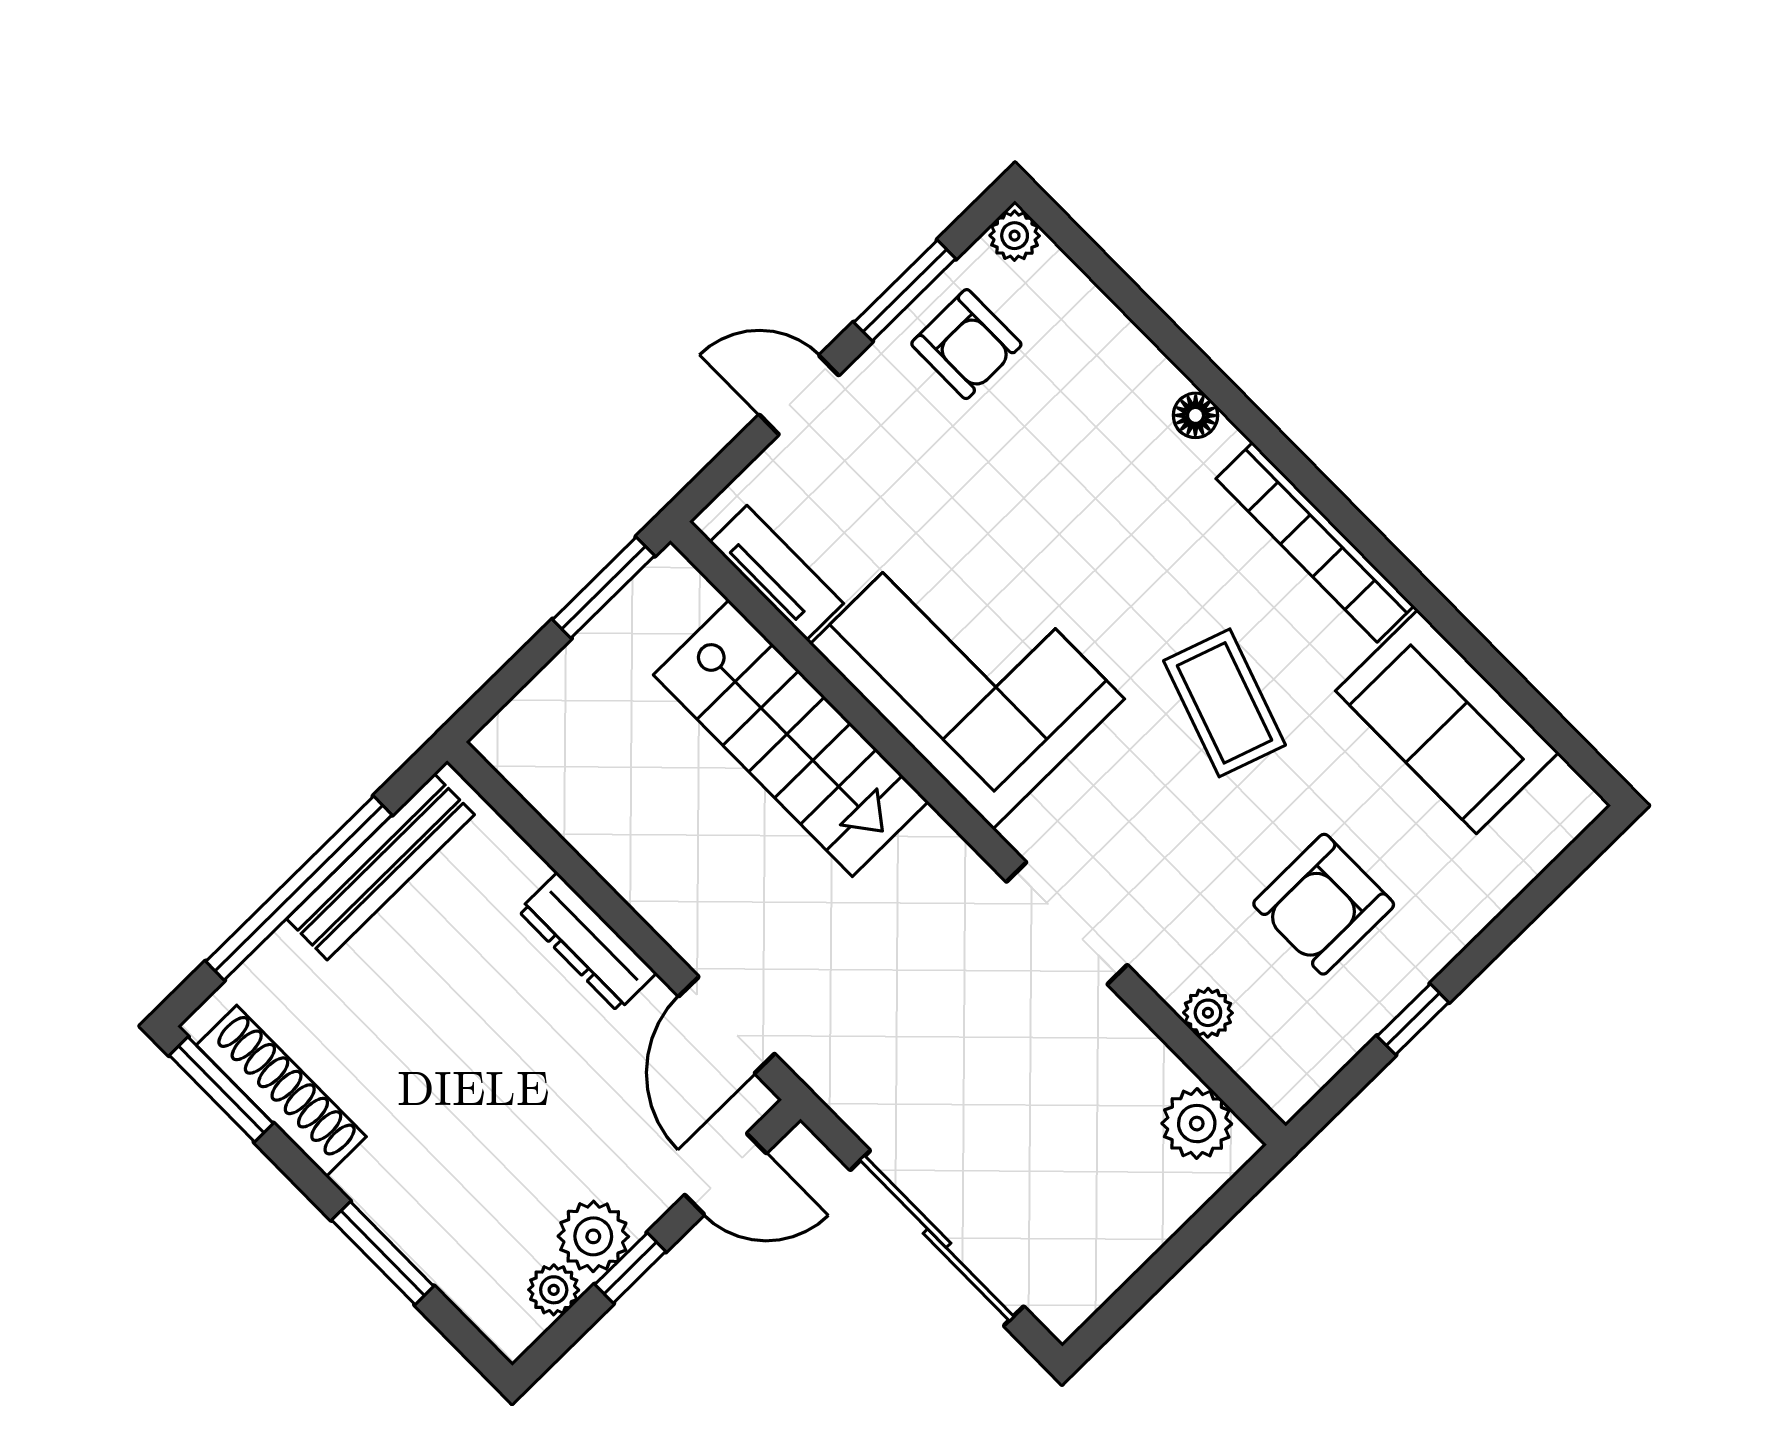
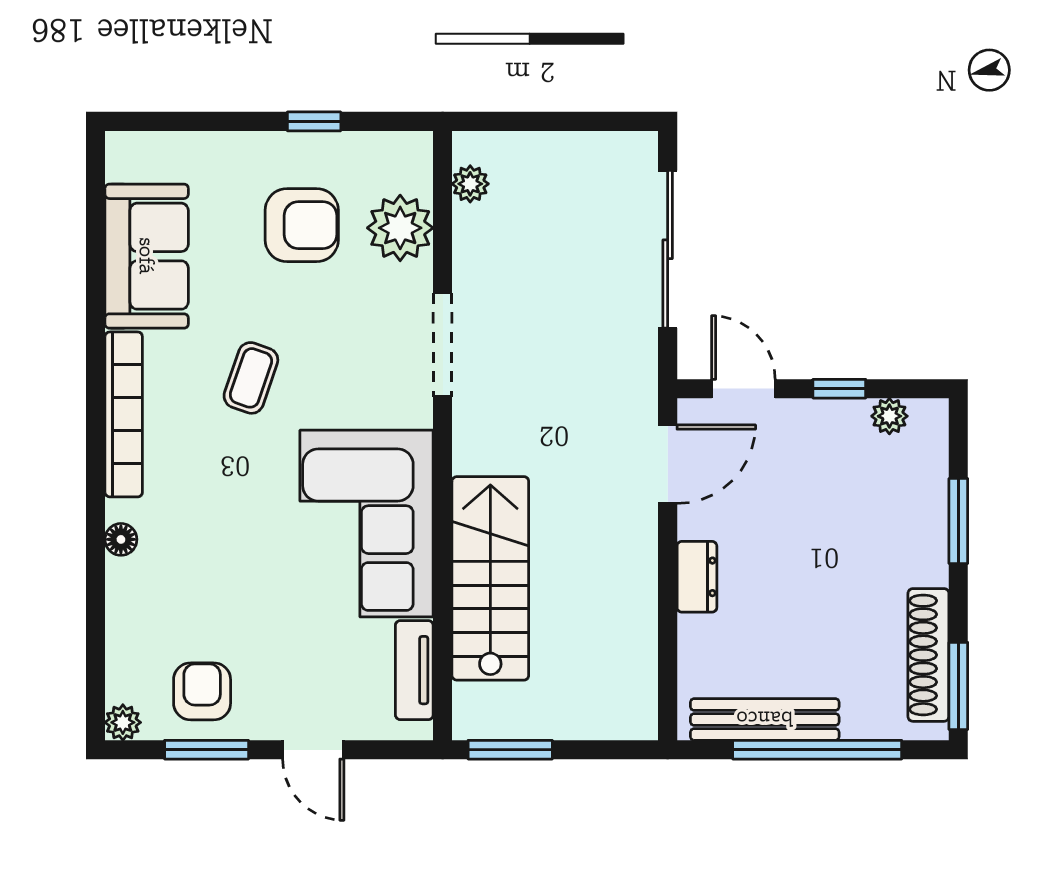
coffee table: (1225, 703) -> (251, 378), width x0.73, depth x0.77
dresser: (587, 942) -> (697, 577), width x0.70
plant: (1208, 1013) -> (400, 228), width x1.87, depth x1.87
plant: (1197, 1124) -> (470, 184), width x0.73, depth x0.73
plant: (593, 1236) -> (842, 423), removed

